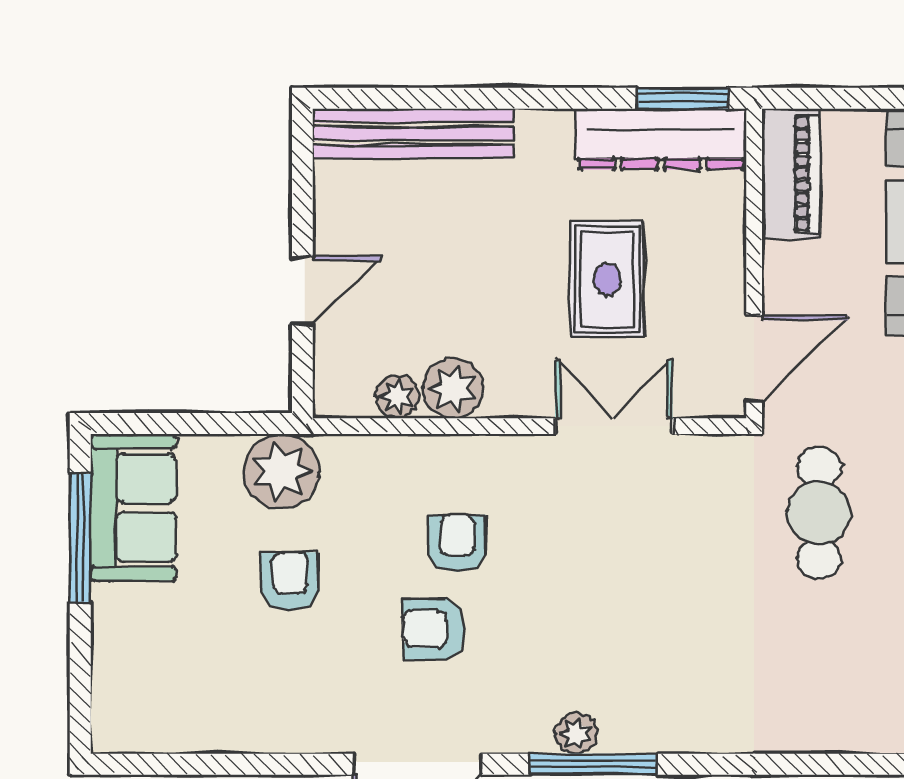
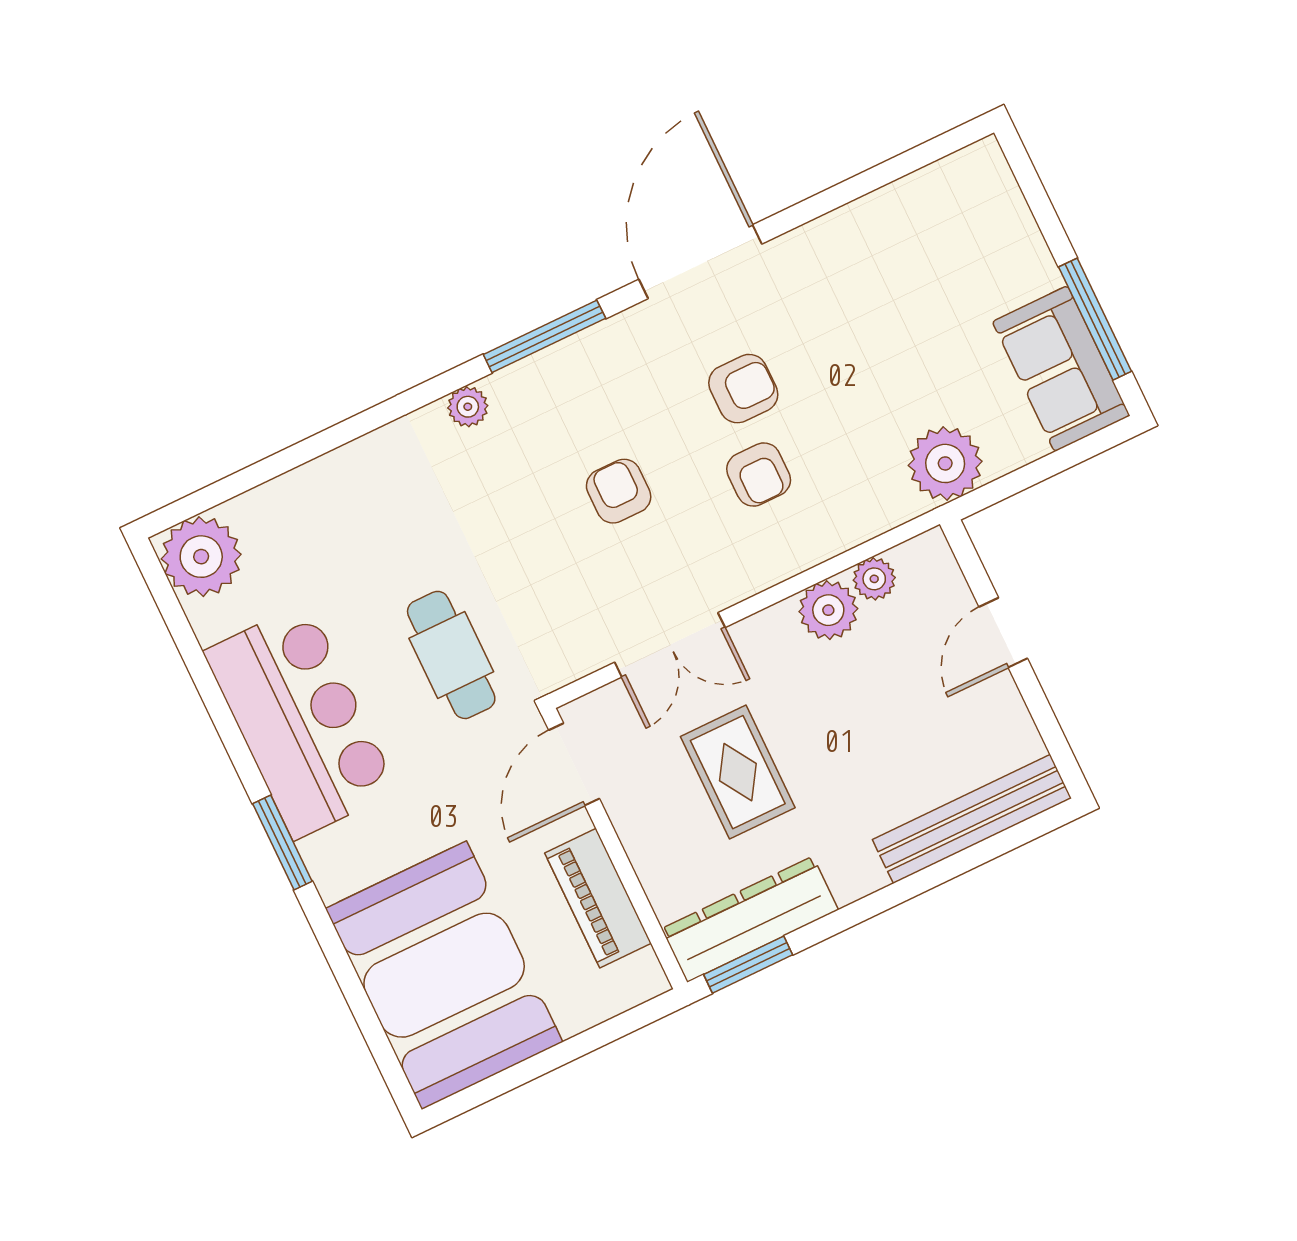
piano: (791, 174) -> (598, 898), moved
armchair: (290, 581) -> (619, 491), moved, turned 180
plant: (576, 733) -> (468, 407), moved

